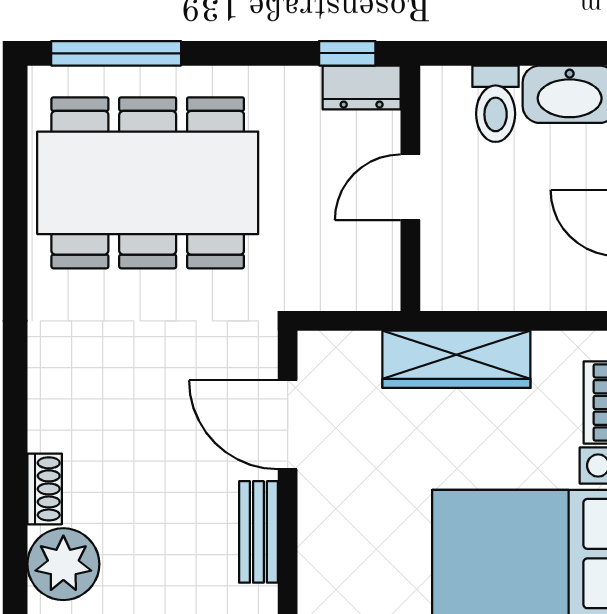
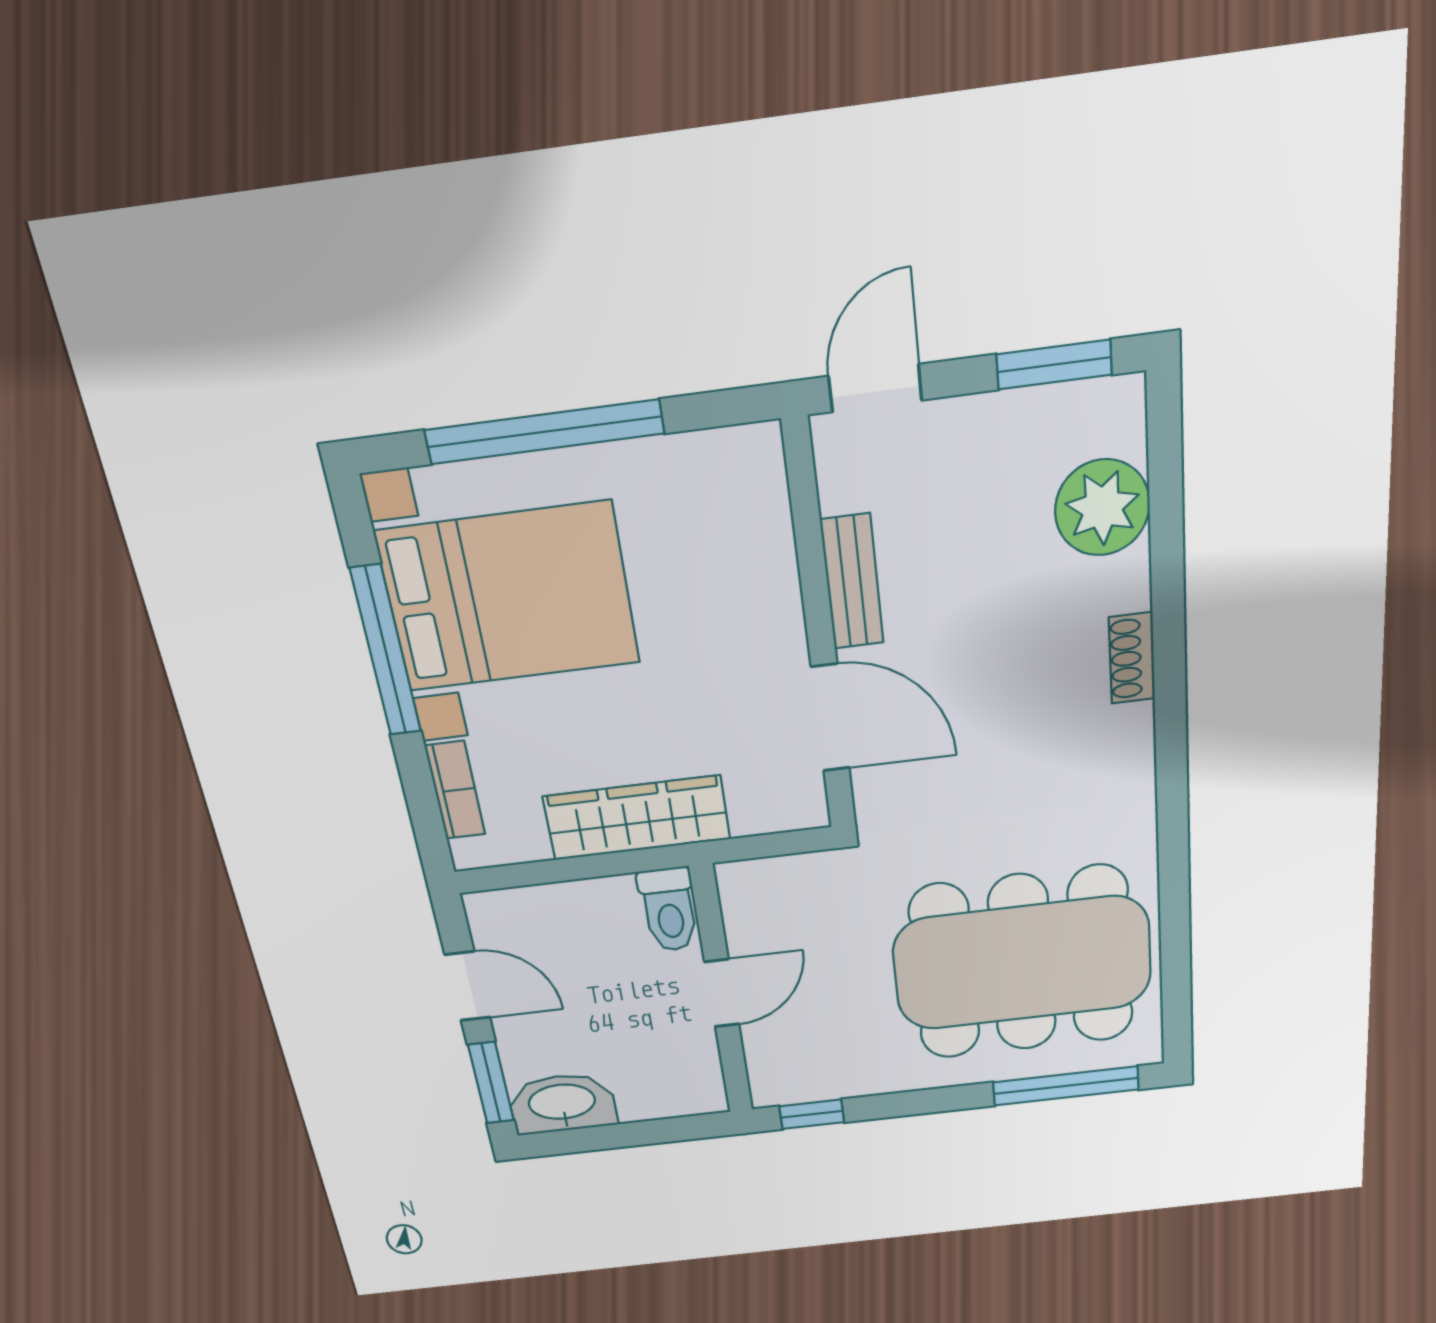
dresser: (362, 87) -> (791, 1084), removed
toilet: (496, 104) -> (669, 910), moved, turned 180
shoe rack: (45, 489) -> (1132, 658), moved

